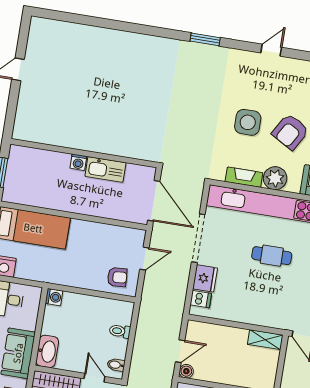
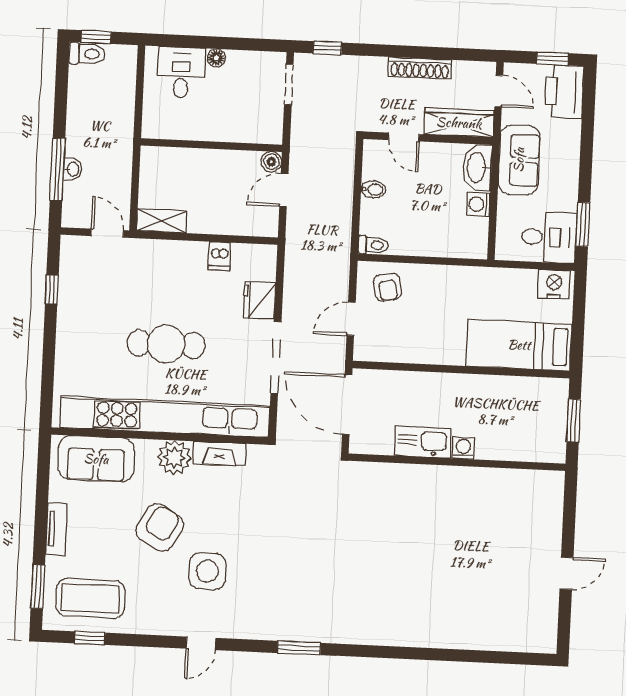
side table: (248, 122) -> (207, 571), moved
cafe table: (272, 256) -> (166, 344), width x1.37, depth x1.35
armchair: (117, 277) -> (388, 287), turned -97
washing machine: (54, 297) -> (478, 204), moved
dishwasher: (201, 299) -> (219, 256), moved, turned -90
toilet: (120, 331) -> (373, 245), moved
bidet: (116, 365) -> (373, 189), moved

